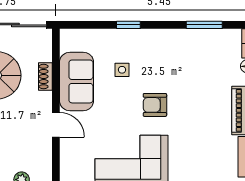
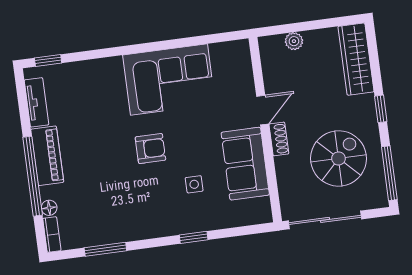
shoe rack: (45, 76) -> (279, 139), moved
door: (56, 125) -> (263, 110), swing flipped

